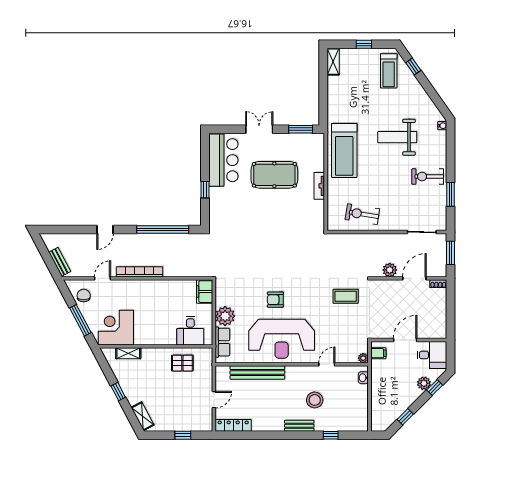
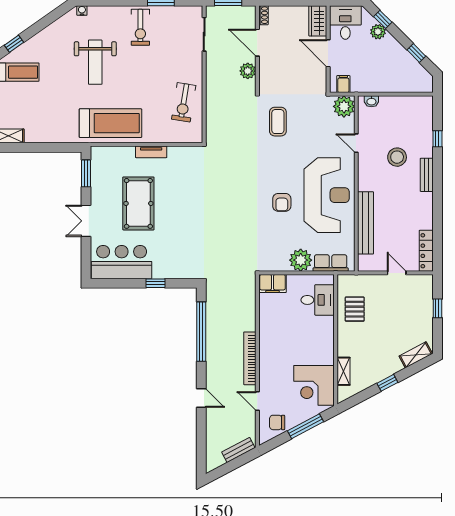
wardrobe: (433, 331) -> (318, 21), added
plant: (363, 358) -> (344, 106), width x1.88, depth x1.88

